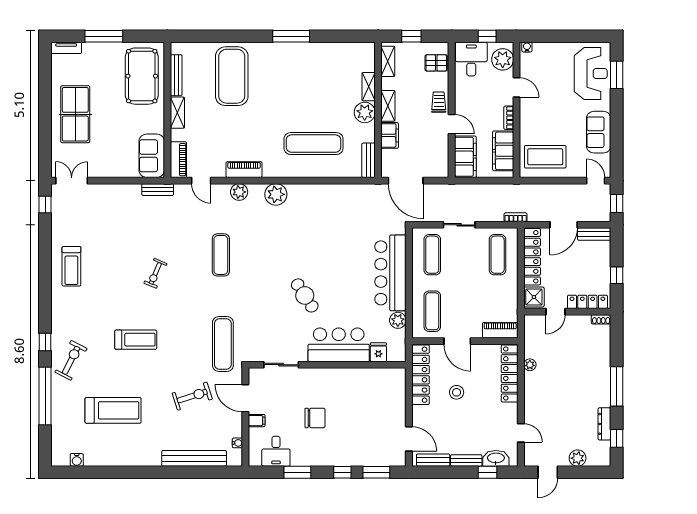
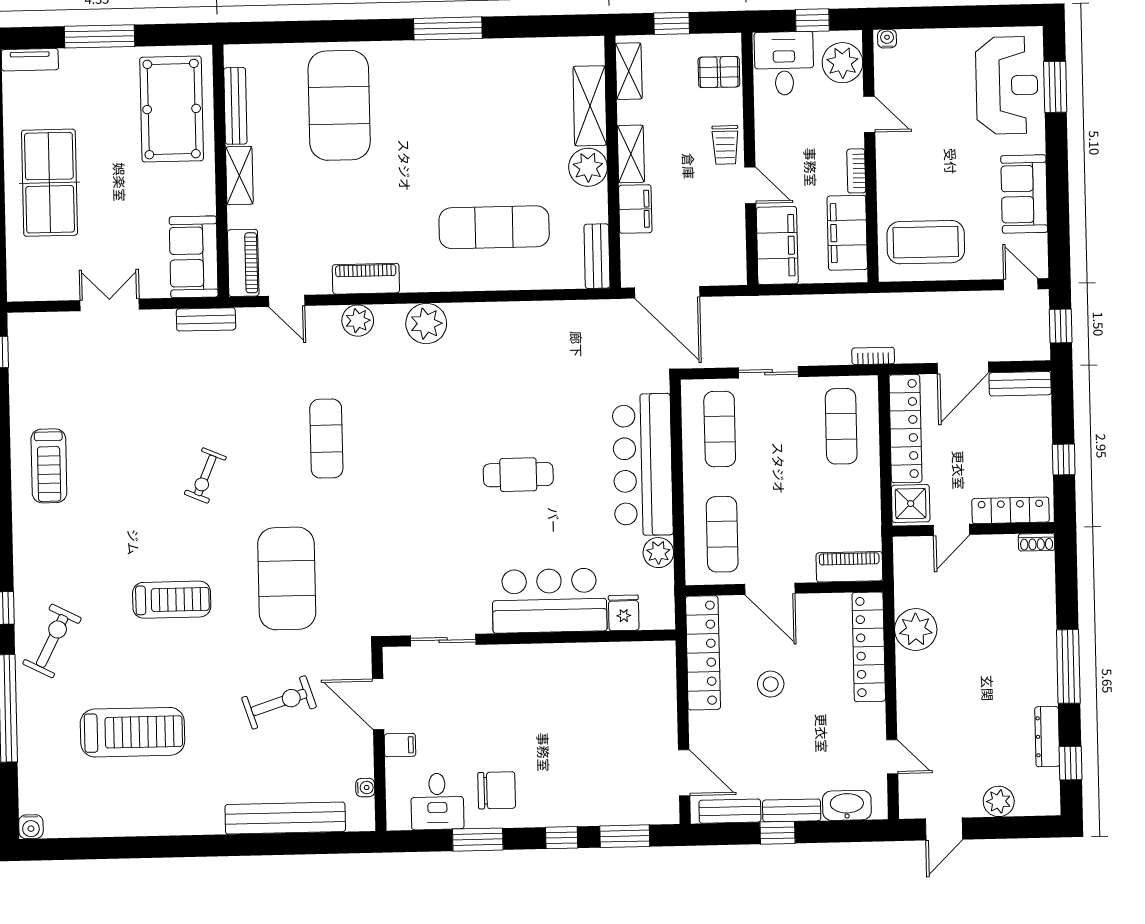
shelving: (369, 87) -> (590, 106), width x1.50, depth x1.33
trolley: (439, 102) -> (725, 145), turned 180
double door: (72, 181) -> (110, 305), moved
cafe table: (305, 295) -> (518, 475), moved, turned -57
exercise mat: (223, 344) -> (287, 578), moved, width x1.47
plant: (530, 365) -> (916, 630), width x1.88, depth x1.88
chair: (315, 418) -> (497, 790), moved
water cooler: (77, 460) -> (31, 827), moved
window: (487, 472) -> (778, 833), moved

